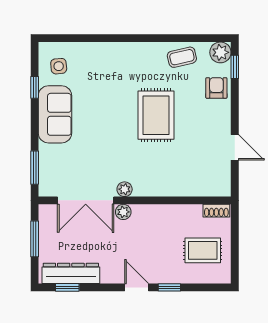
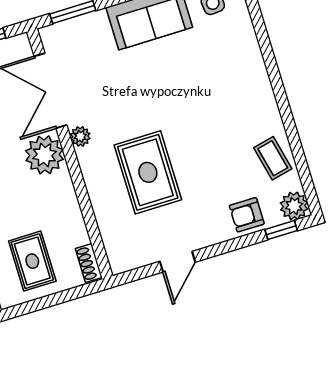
armchair: (216, 88) -> (247, 215), turned 180
rug: (156, 115) -> (148, 172), moved, turned 90
plant: (123, 212) -> (44, 155), width x1.88, depth x1.88

